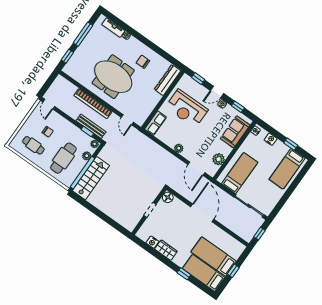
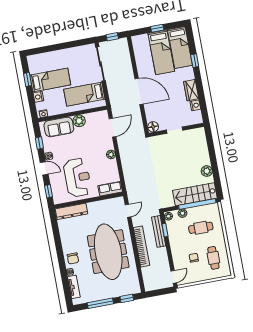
chair: (143, 62) -> (73, 258), moved
meeting table: (113, 77) -> (108, 252), width x1.36
cafe table: (63, 158) -> (201, 228), width x0.73, depth x0.74
plant: (219, 159) -> (79, 121), moved
bed: (287, 169) -> (50, 80), moved
plant: (99, 203) -> (207, 171), added
door: (202, 213) -> (139, 91), swing flipped

